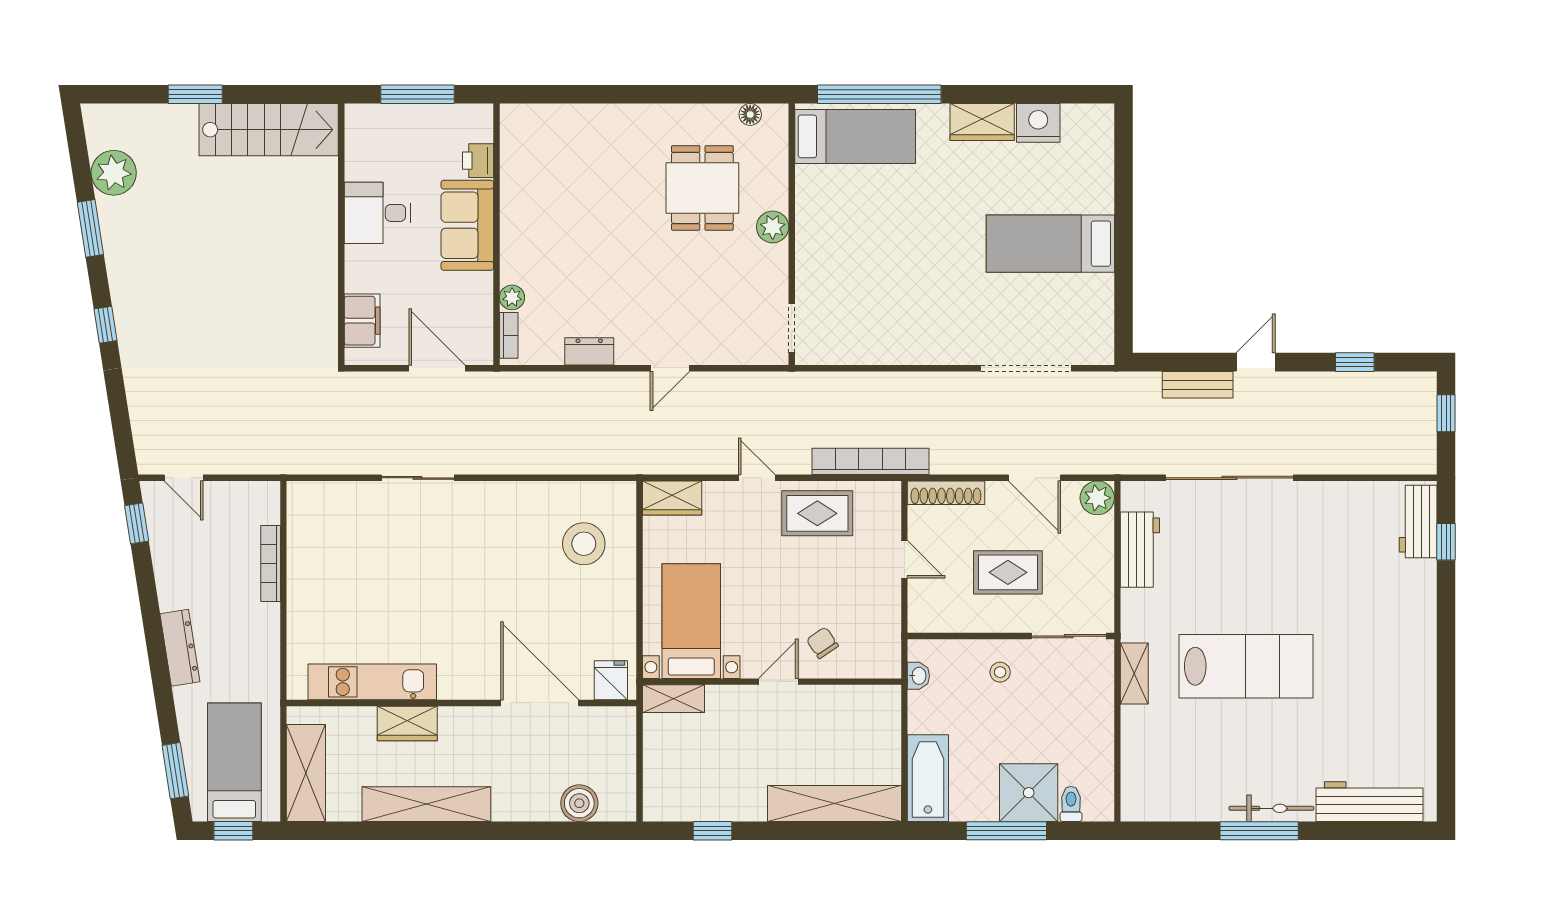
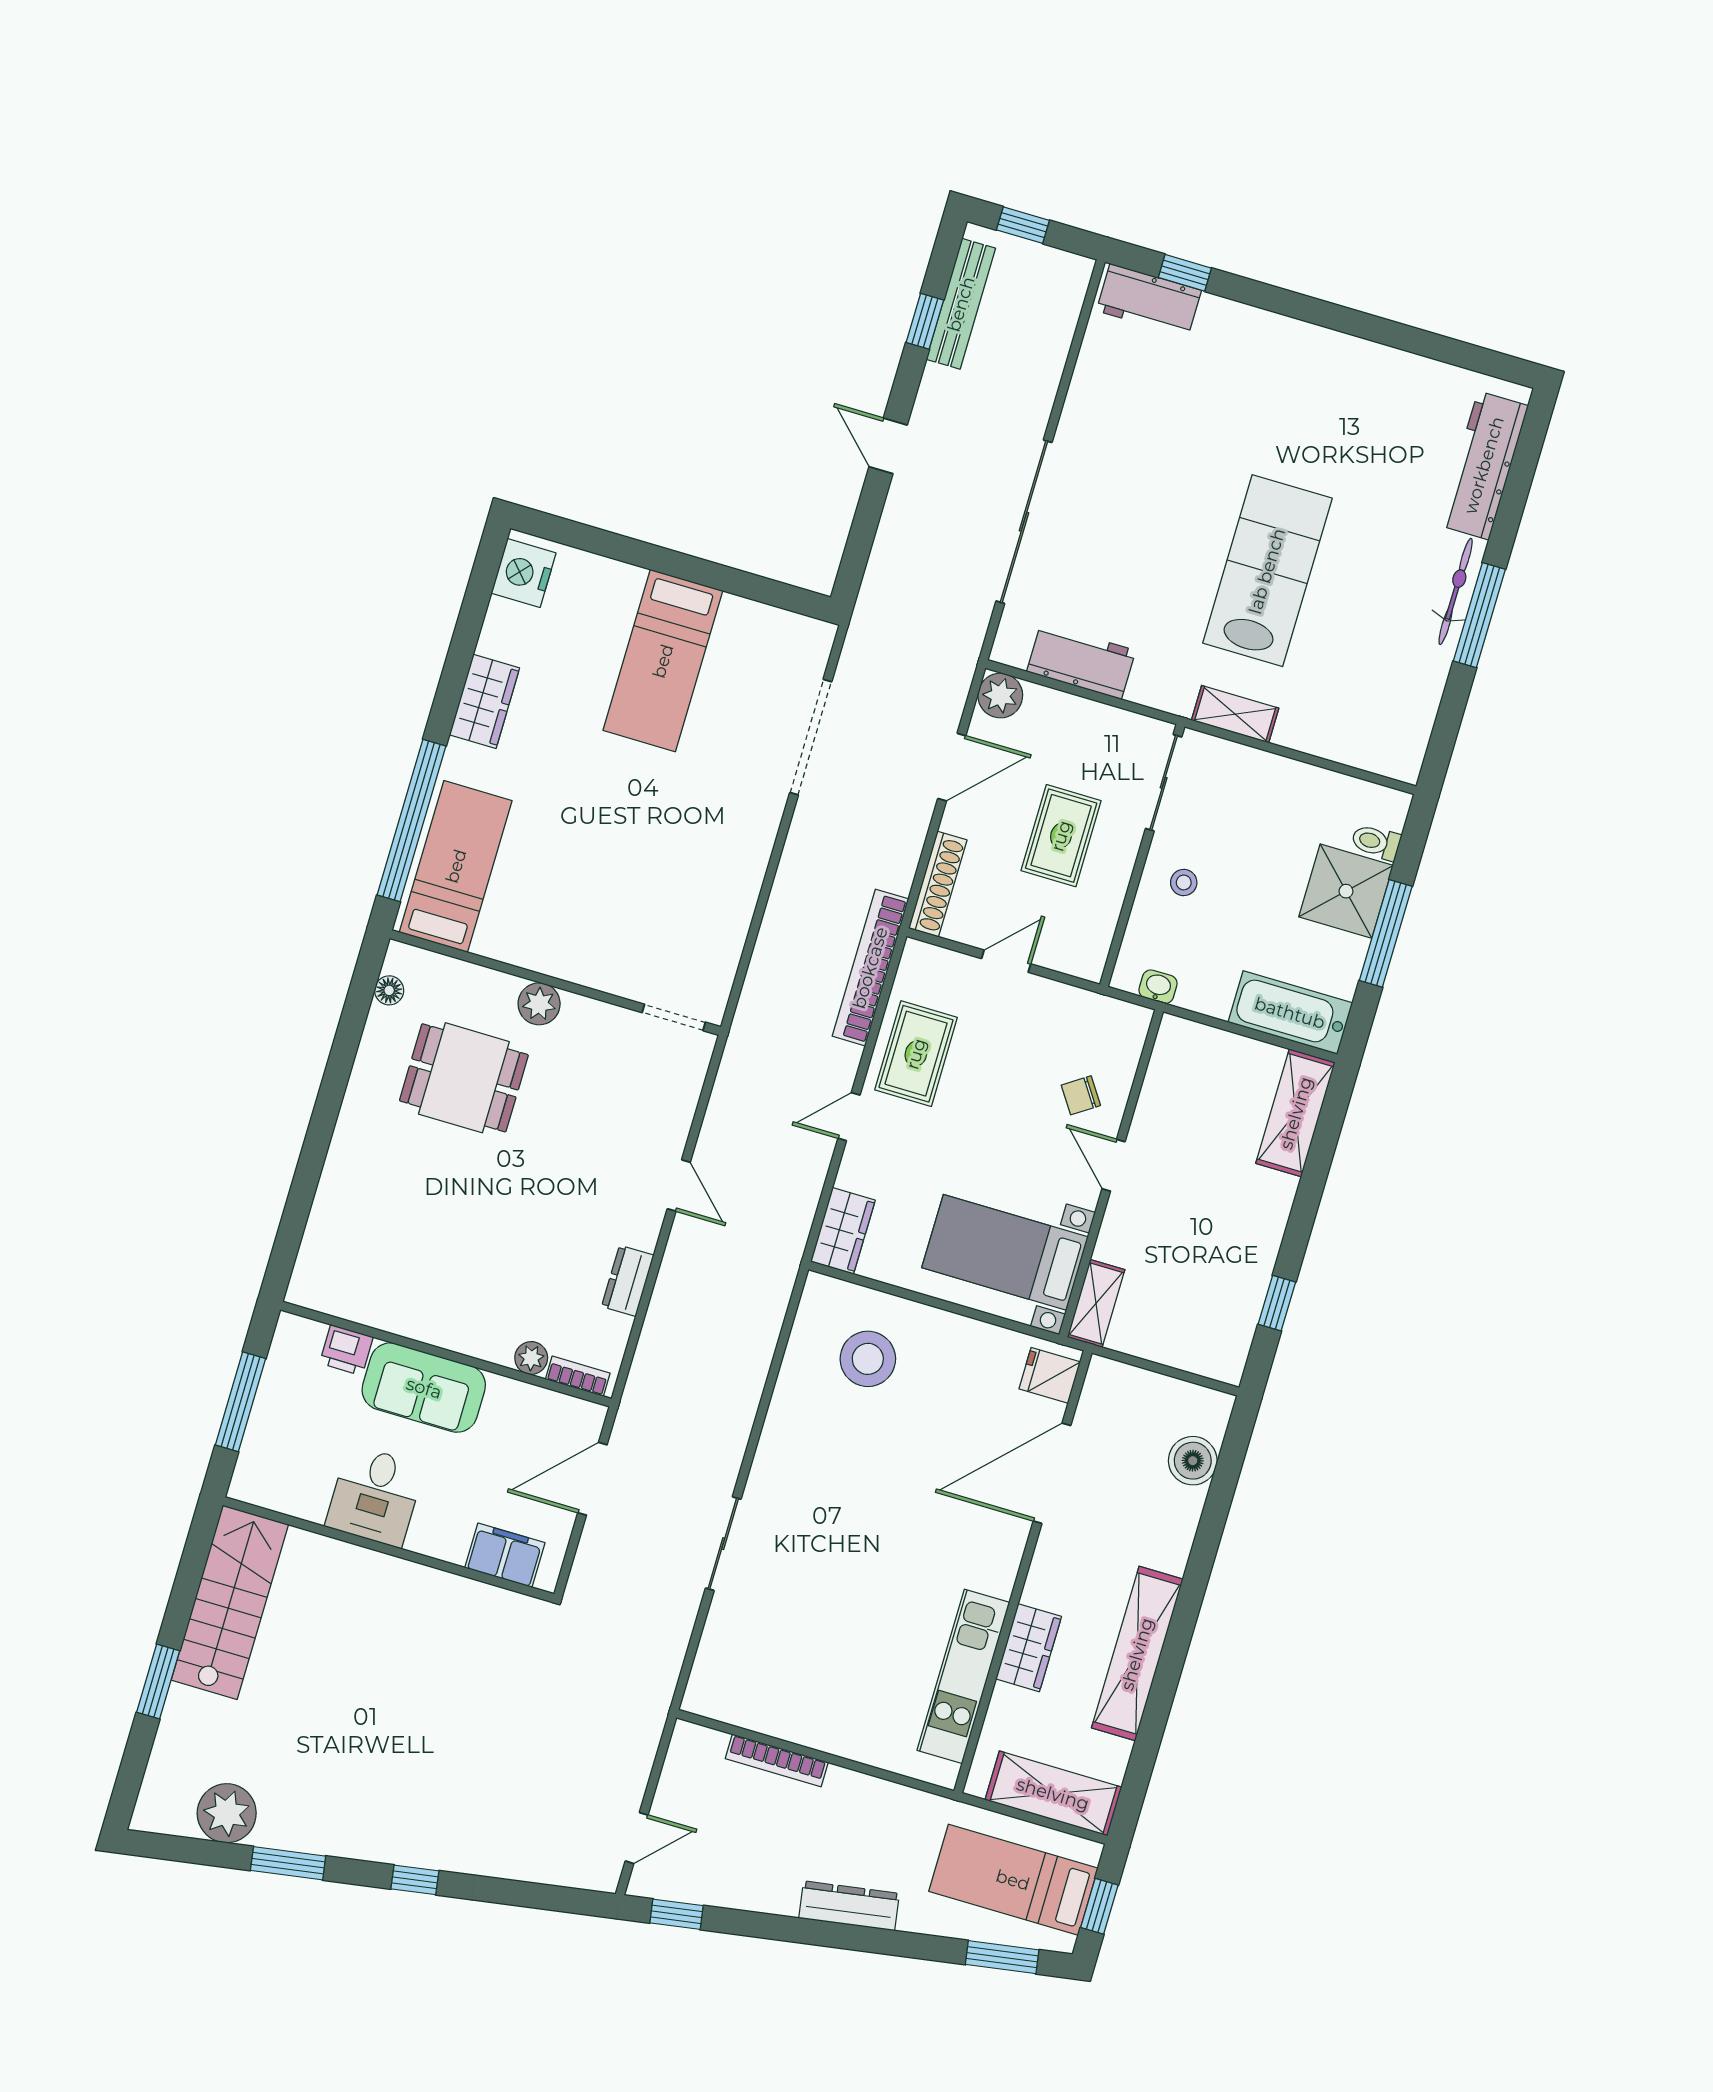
nightstand: (1038, 123) -> (524, 573), moved
bench: (1198, 385) -> (961, 304), moved, width x1.36
shelving: (835, 803) -> (1296, 1113), width x0.68

